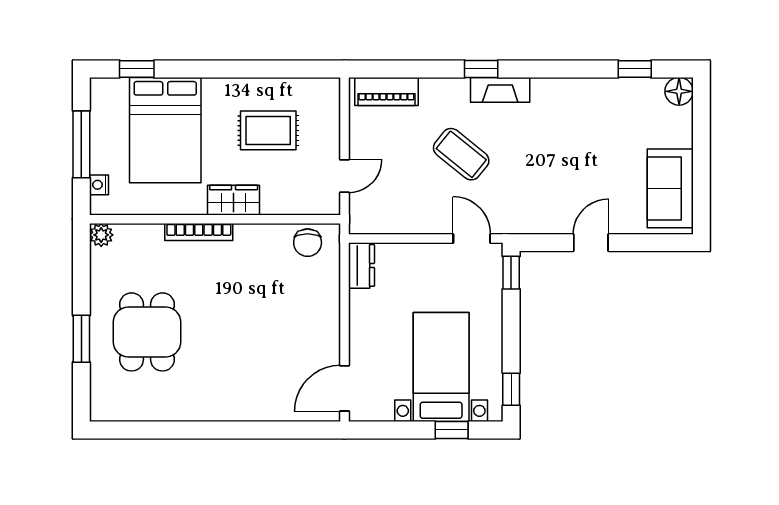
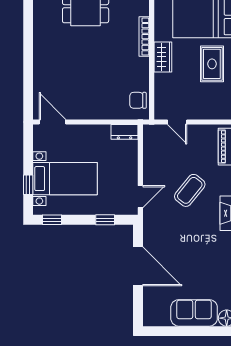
rug: (268, 130) -> (212, 64), moved
sofa: (670, 188) -> (194, 313), moved
door: (591, 243) -> (138, 266), width x1.87
window: (511, 273) -> (105, 220), moved

